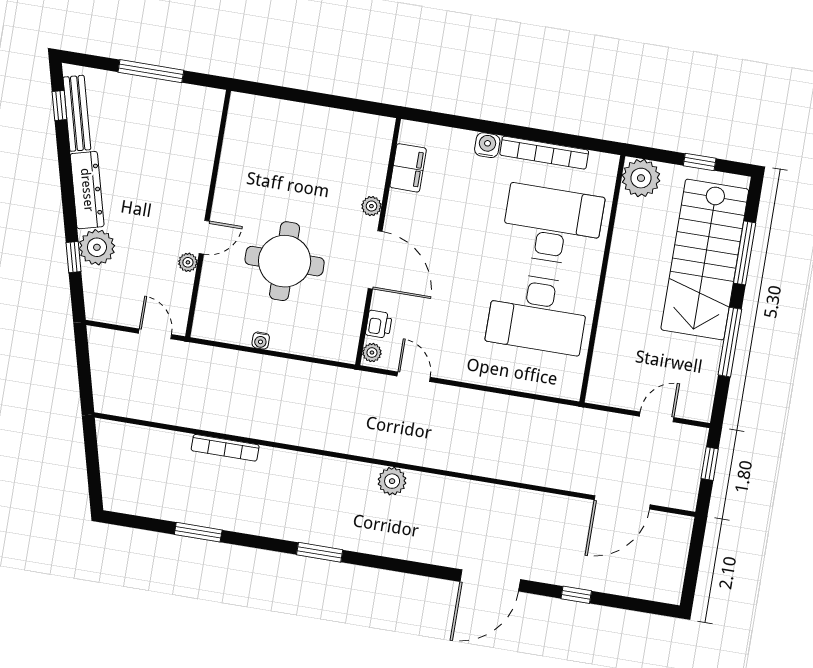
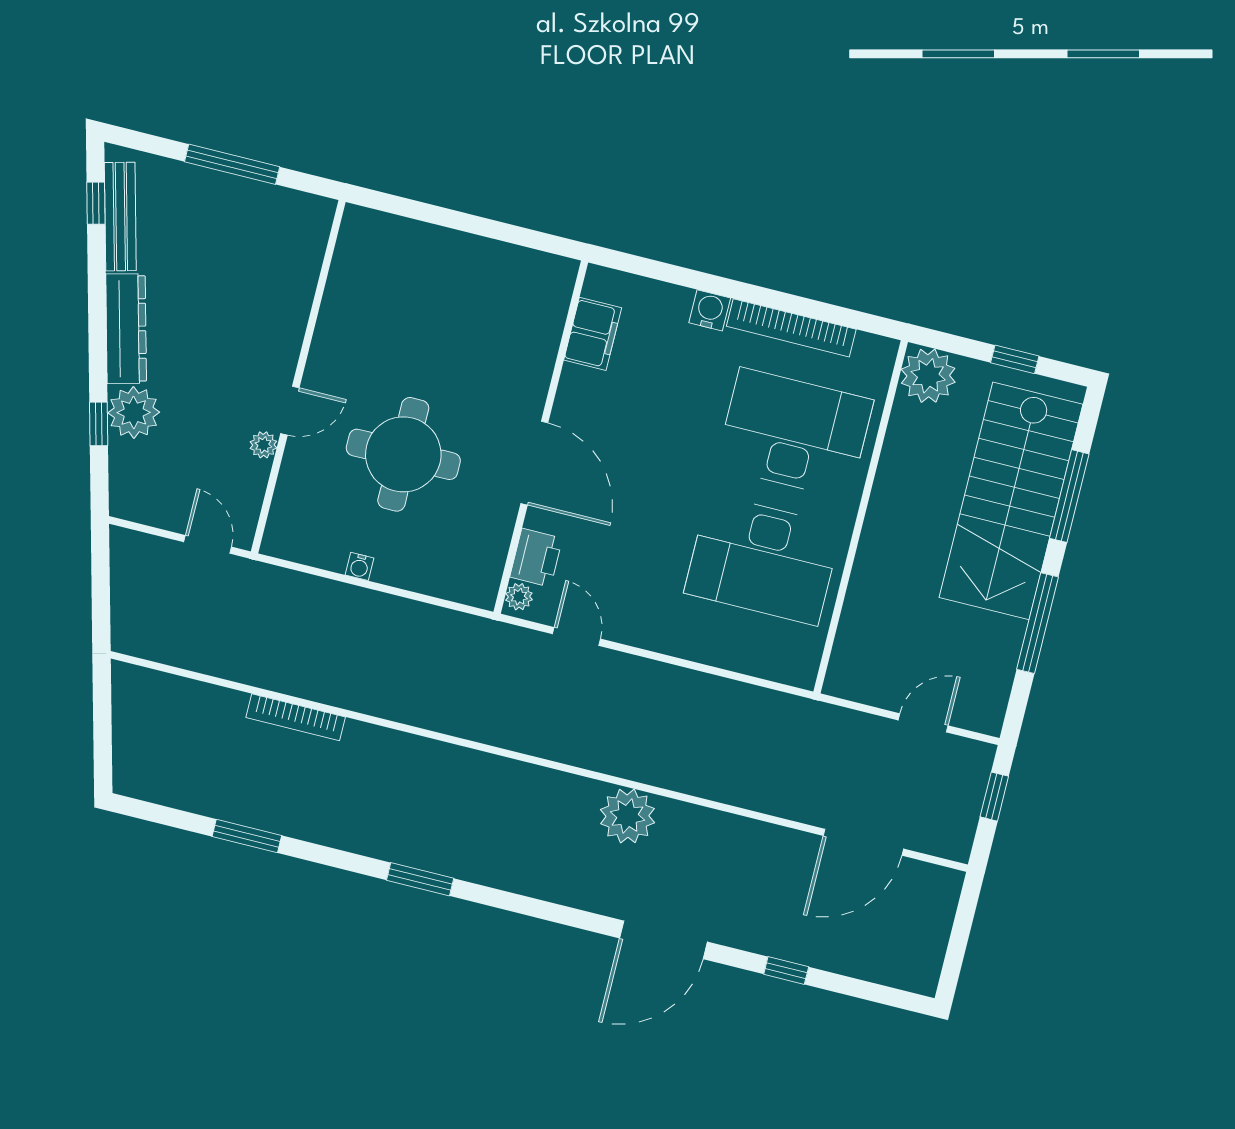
plant: (371, 206) -> (535, 385), removed
printer: (379, 324) -> (536, 558), width x1.36, depth x1.24
plant: (392, 481) -> (627, 816), moved, width x1.36, depth x1.36

